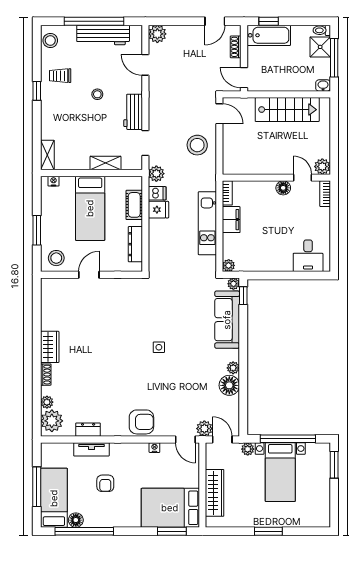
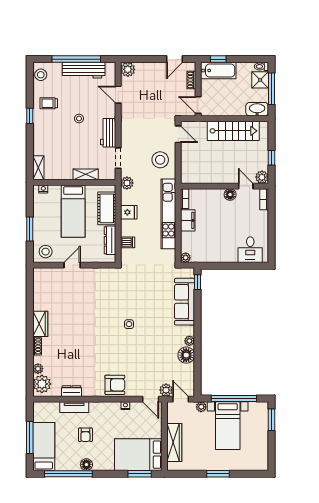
washbasin: (323, 85) -> (257, 109), width x1.91, depth x1.45
window: (334, 143) -> (271, 158), added
dishwasher: (157, 193) -> (128, 242), moved
cot: (134, 205) -> (107, 208), width x1.37, depth x1.34
kitchen unit: (207, 223) -> (168, 214), width x1.36
plant: (233, 284) -> (190, 272), removed
floor lamp: (76, 520) -> (86, 465), moved

